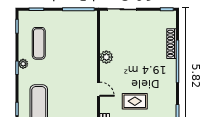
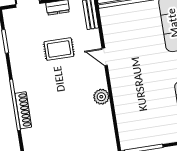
shoe rack: (172, 44) -> (23, 110), moved

